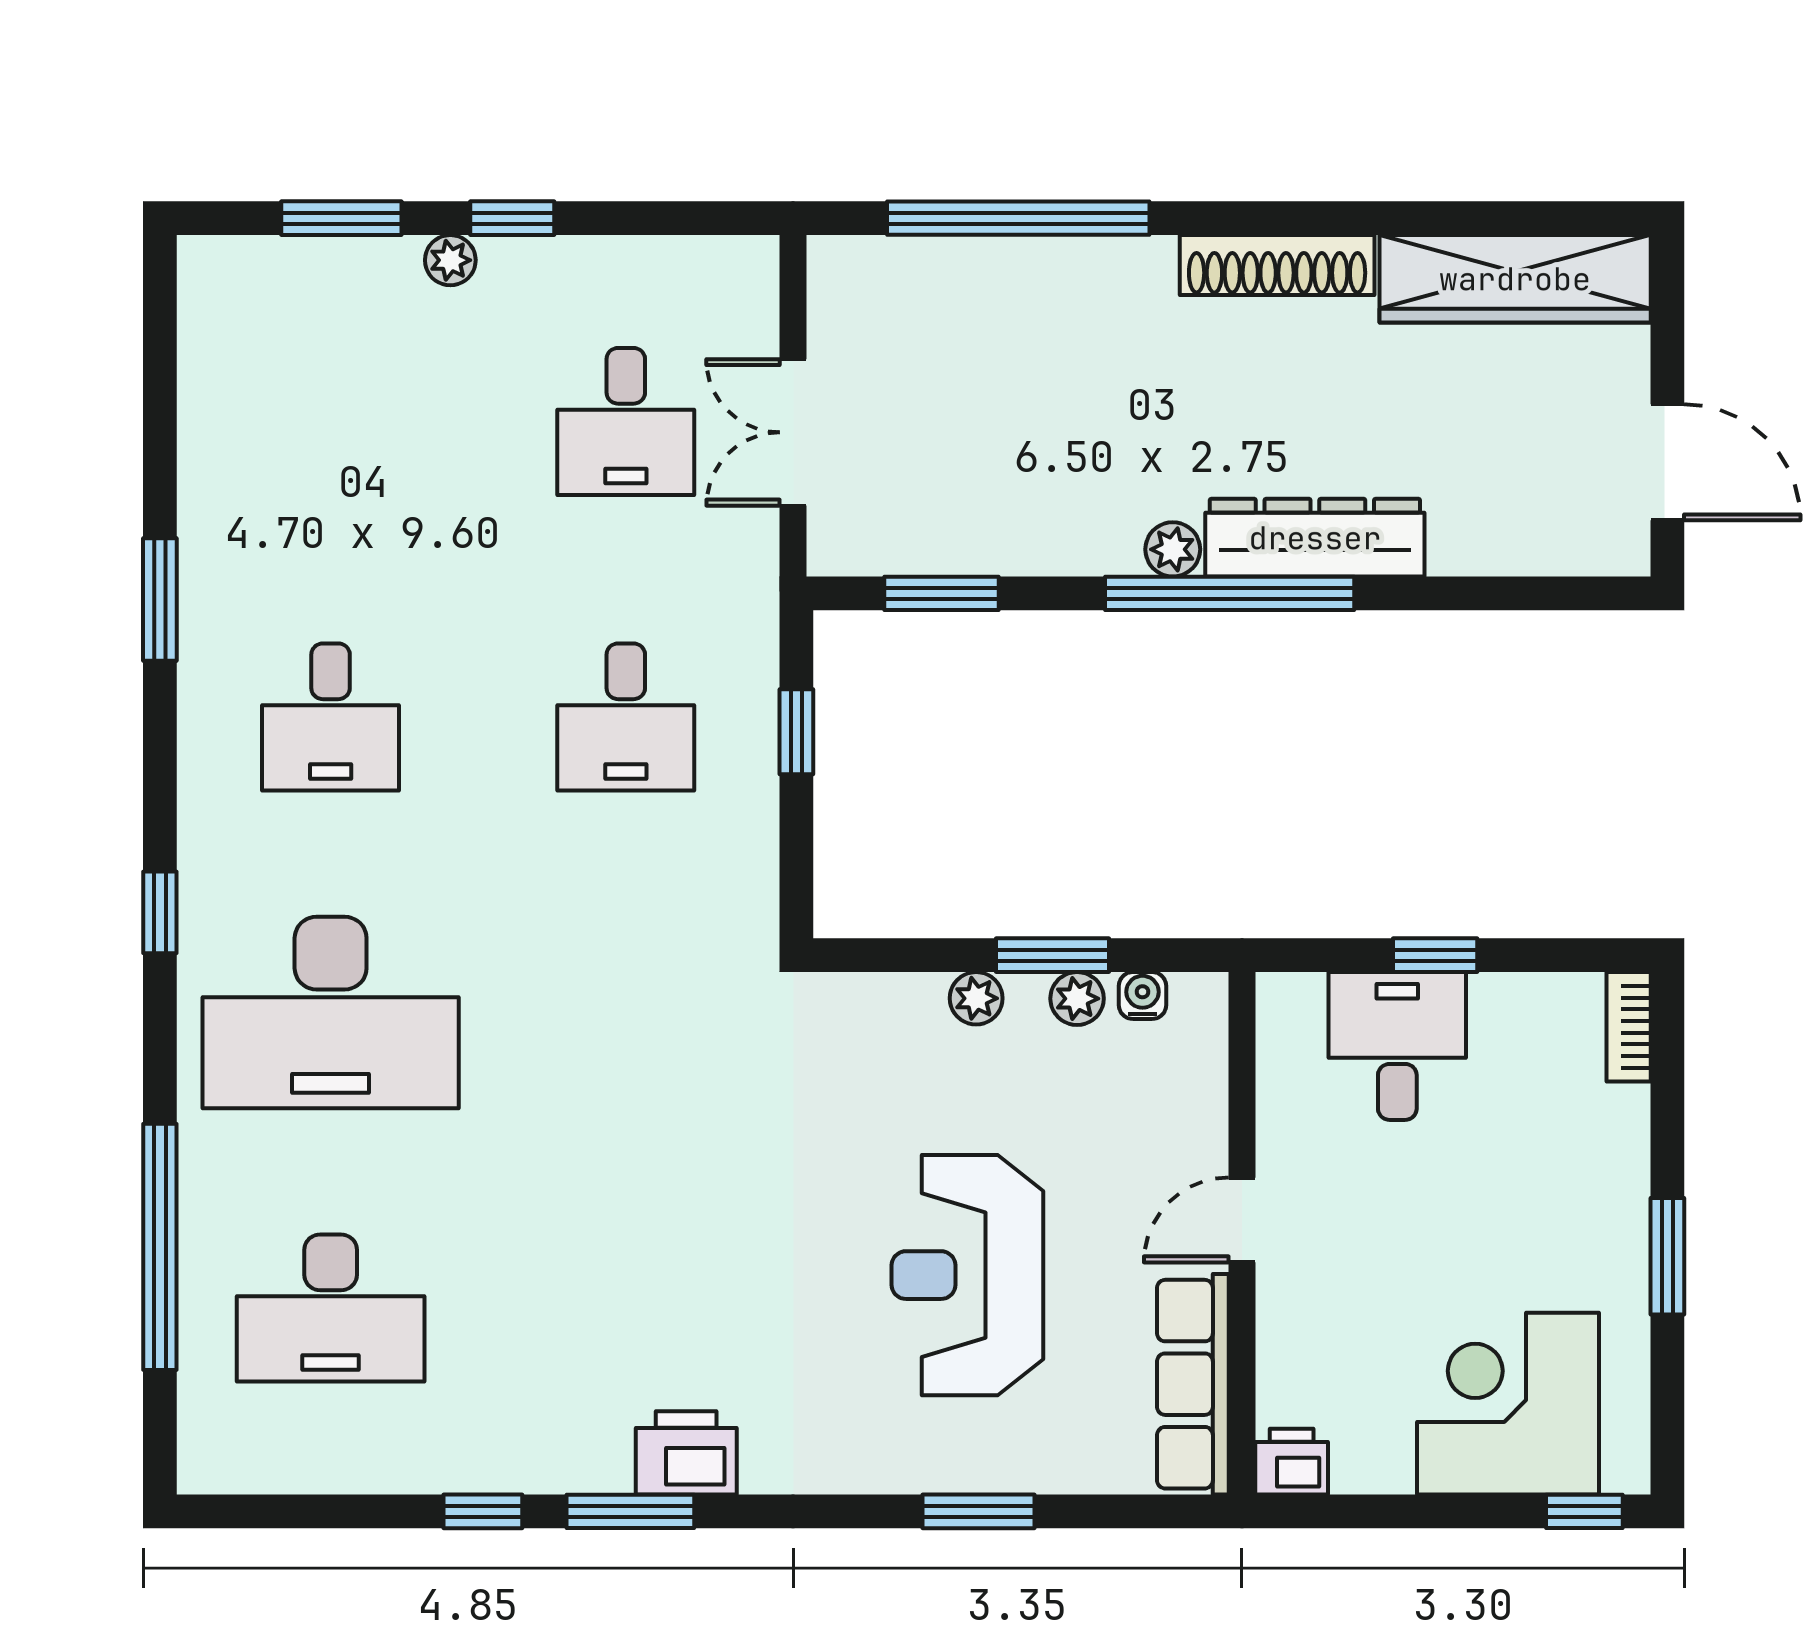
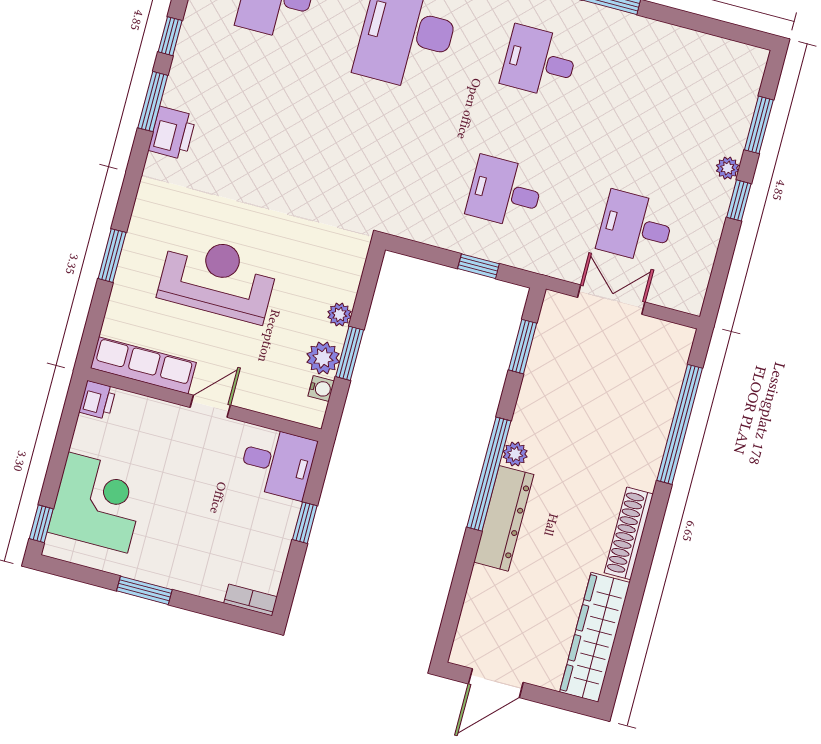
plant: (1077, 999) -> (323, 358), width x1.38, depth x1.38
desk: (1397, 1046) -> (278, 463), moved
door: (1242, 1220) -> (210, 406), hinge flipped

